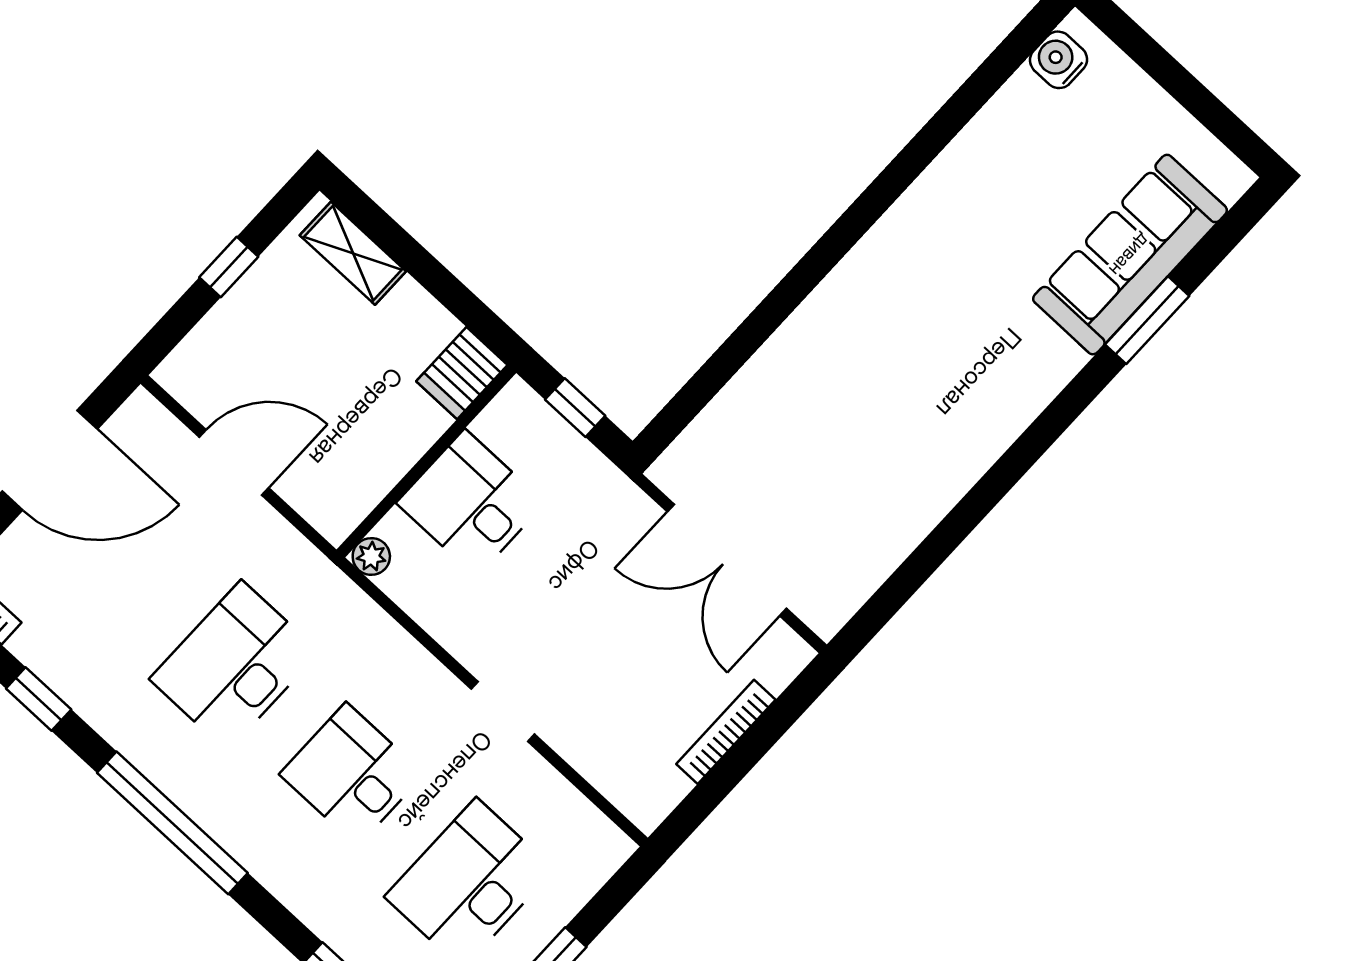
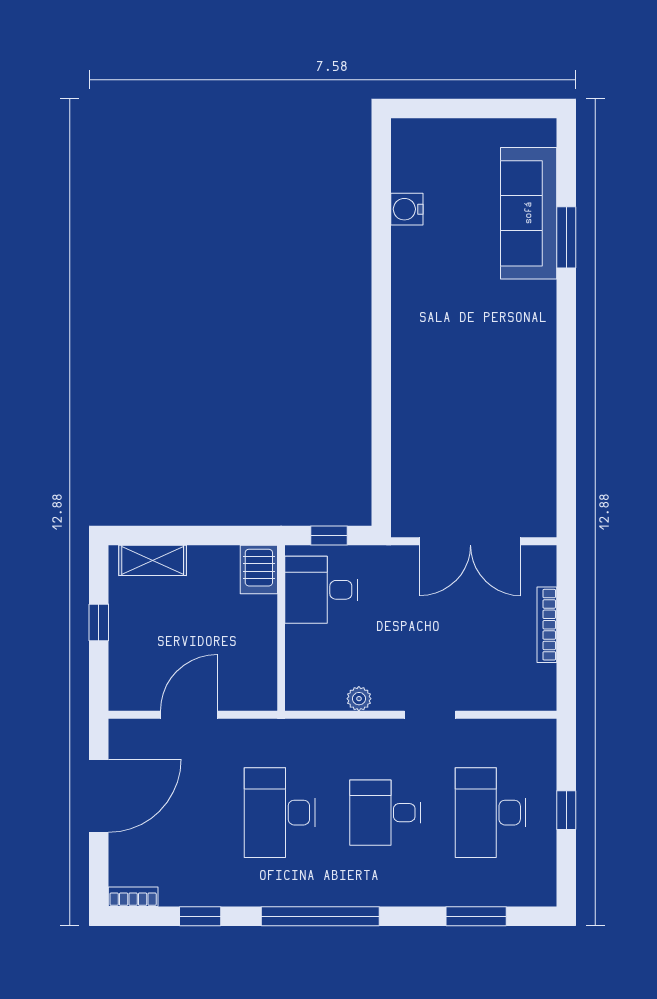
water cooler: (1059, 60) -> (407, 209), moved
desk: (471, 503) -> (321, 590), moved
plant: (371, 557) -> (359, 699), moved

